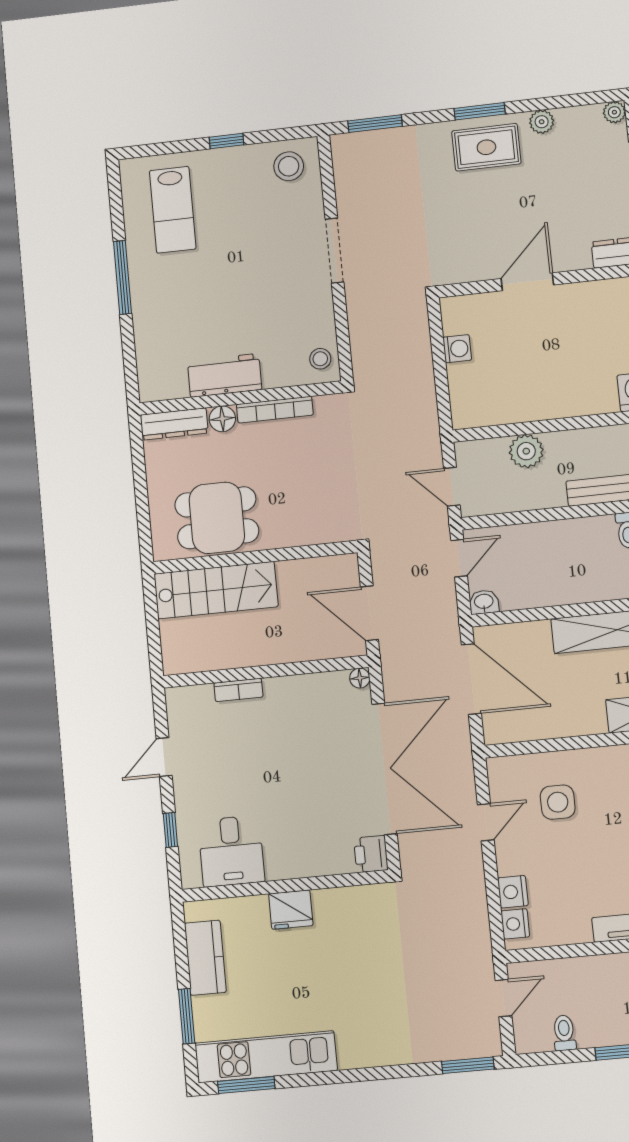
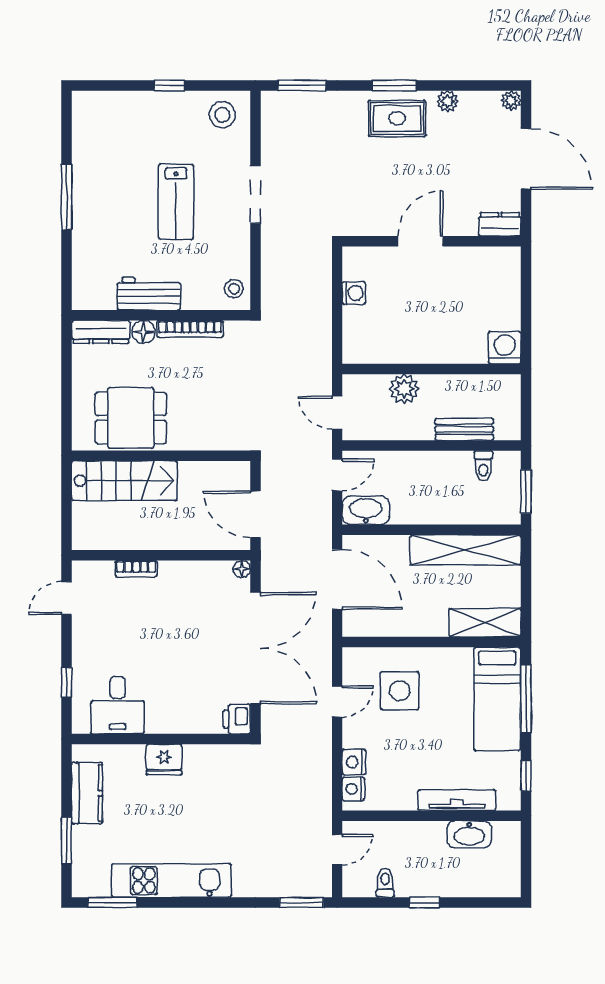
lab bench: (173, 210) -> (176, 202), moved
washbasin: (484, 602) -> (366, 510), width x1.91, depth x1.45
door: (164, 757) -> (67, 598), moved
side table: (558, 802) -> (400, 691), width x1.37, depth x1.37
kitchen unit: (266, 1057) -> (171, 881), moved

